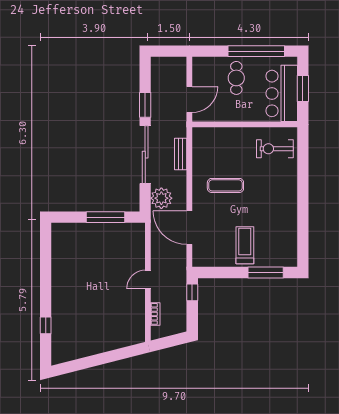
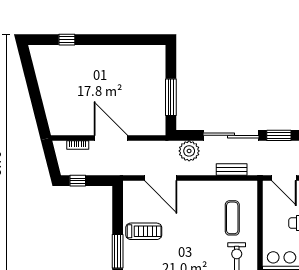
exercise mat: (225, 185) -> (232, 218), moved
door: (189, 228) -> (161, 178), swing flipped
door: (148, 280) -> (111, 138), width x1.88
window: (192, 292) -> (78, 181), moved

